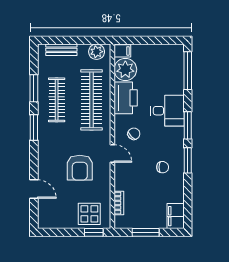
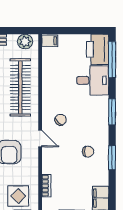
plant: (125, 69) -> (52, 58), removed
printer: (126, 98) -> (98, 49), moved, turned 180
desk: (167, 111) -> (93, 80), moved
window: (188, 160) -> (112, 158), moved

